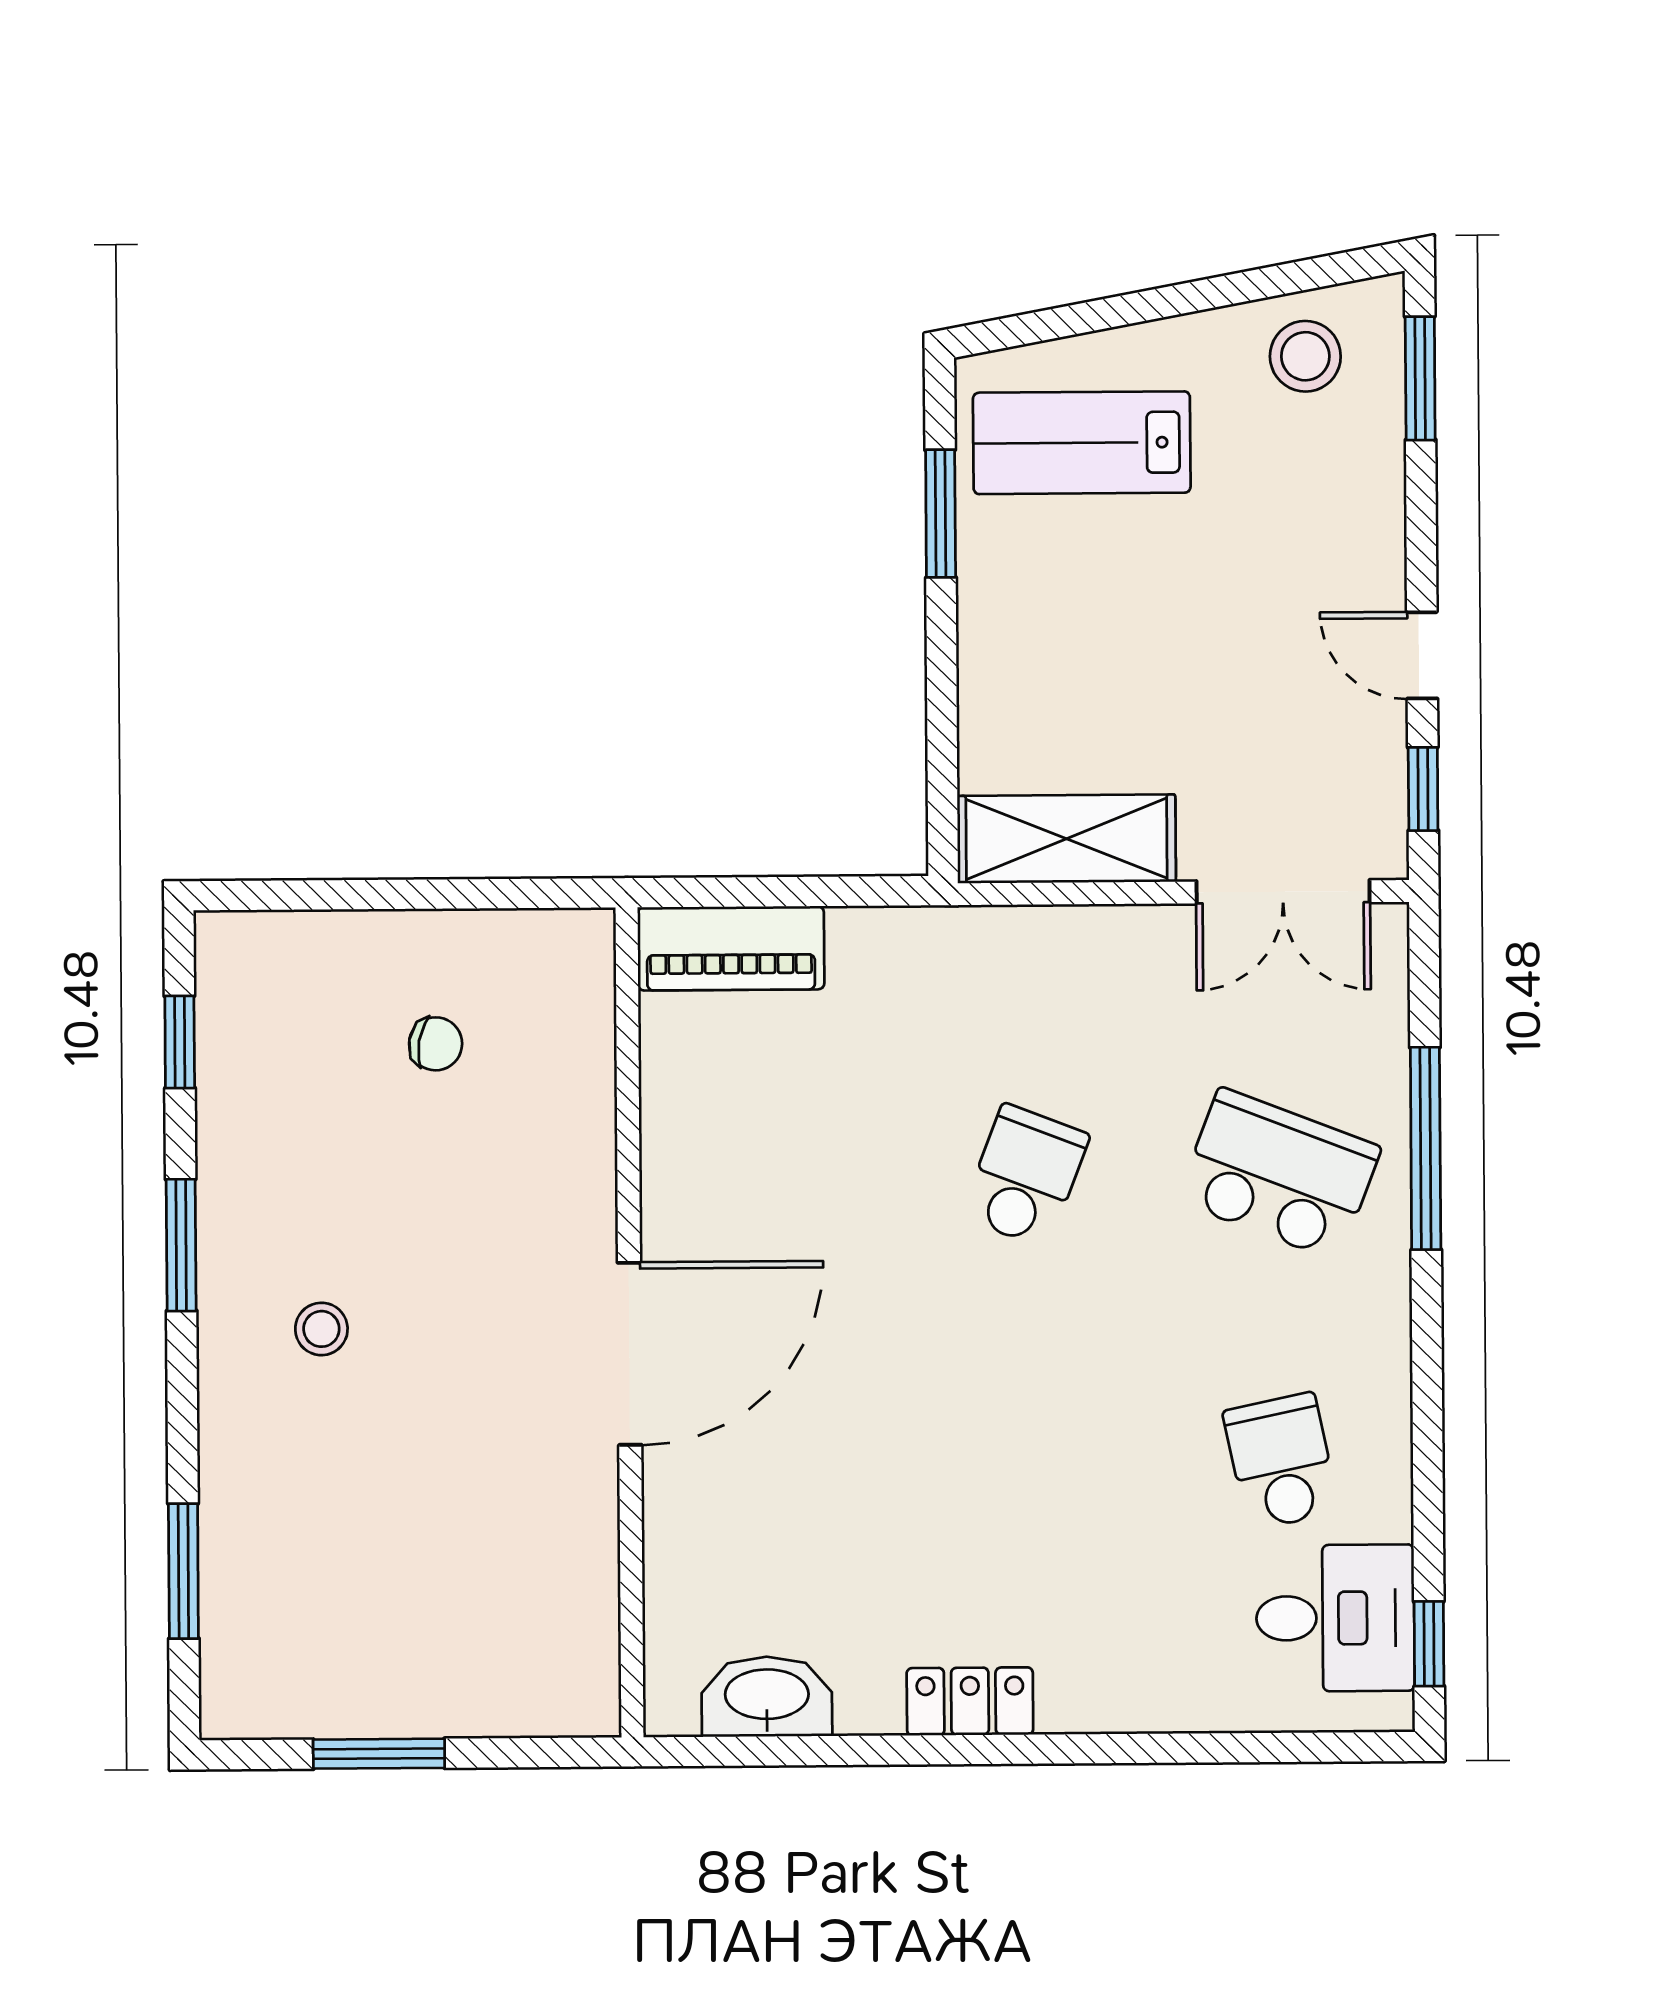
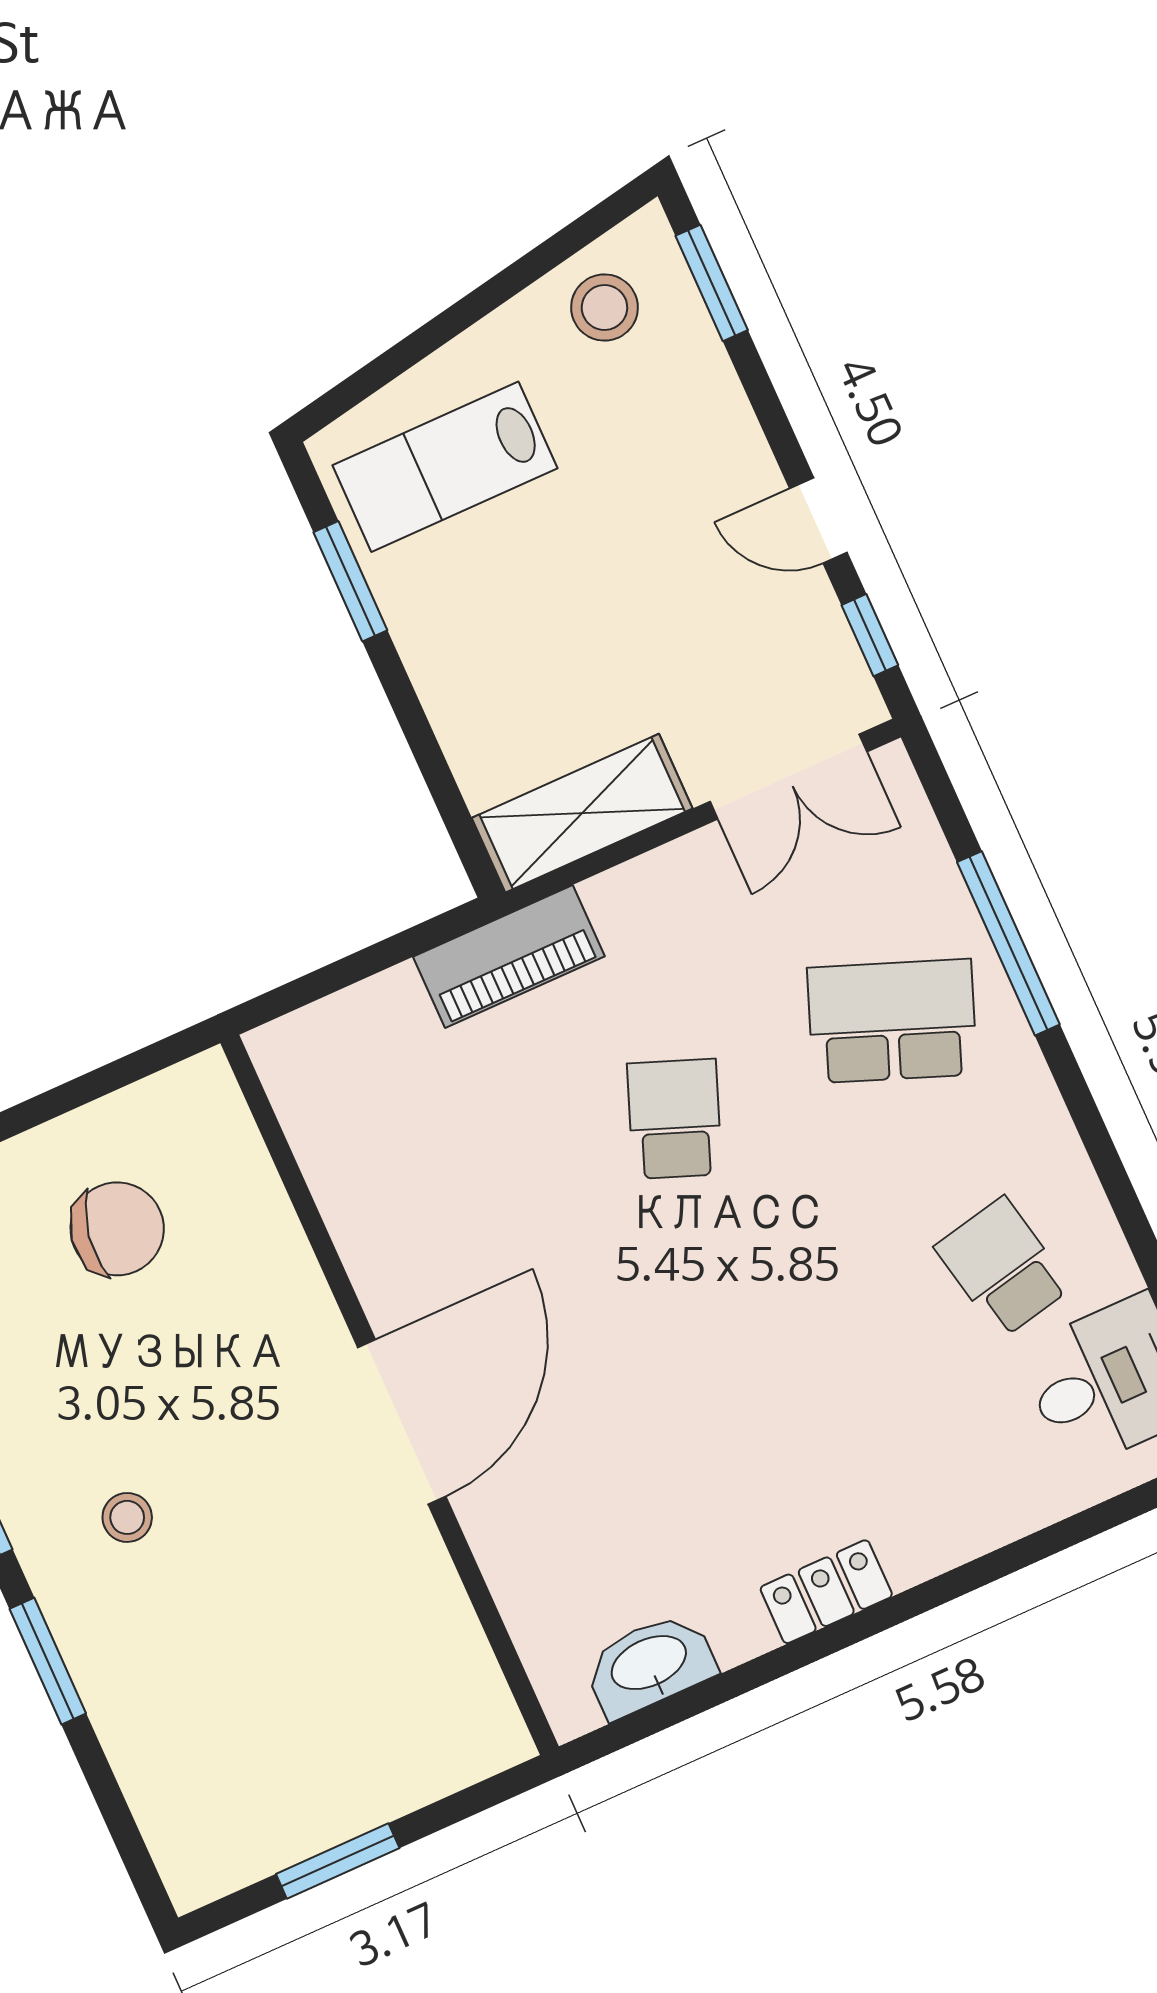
piano: (731, 948) -> (509, 956), moved
chair: (436, 1044) -> (117, 1229), width x1.87, depth x1.87
window: (183, 1571) -> (48, 1661), moved

